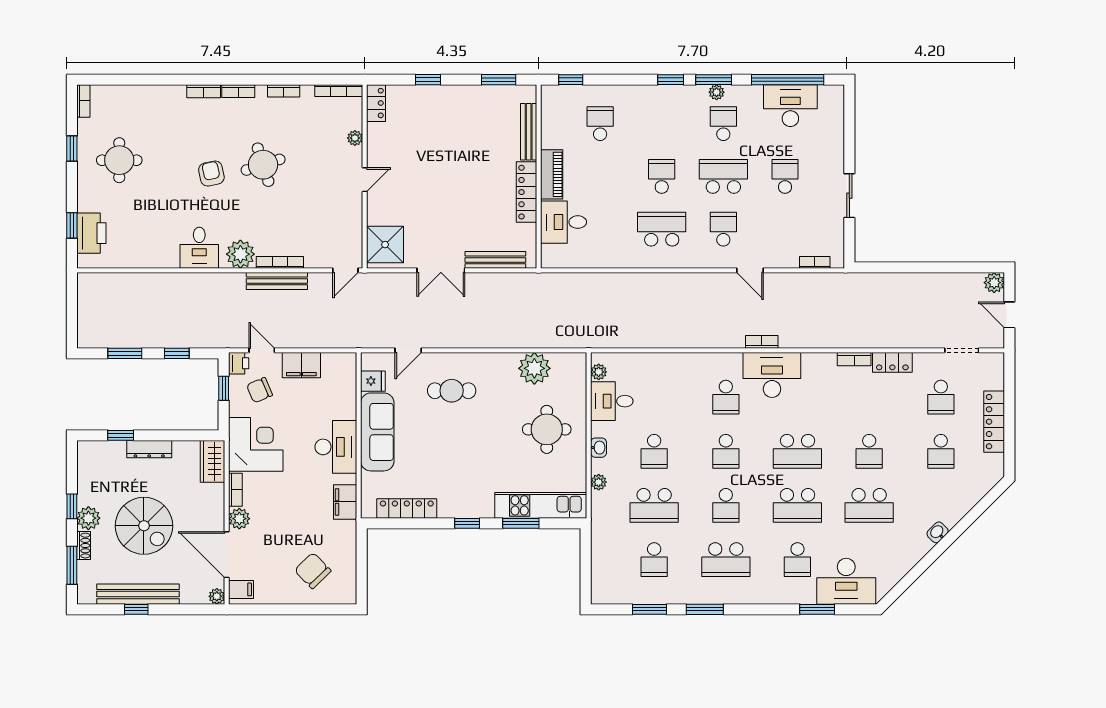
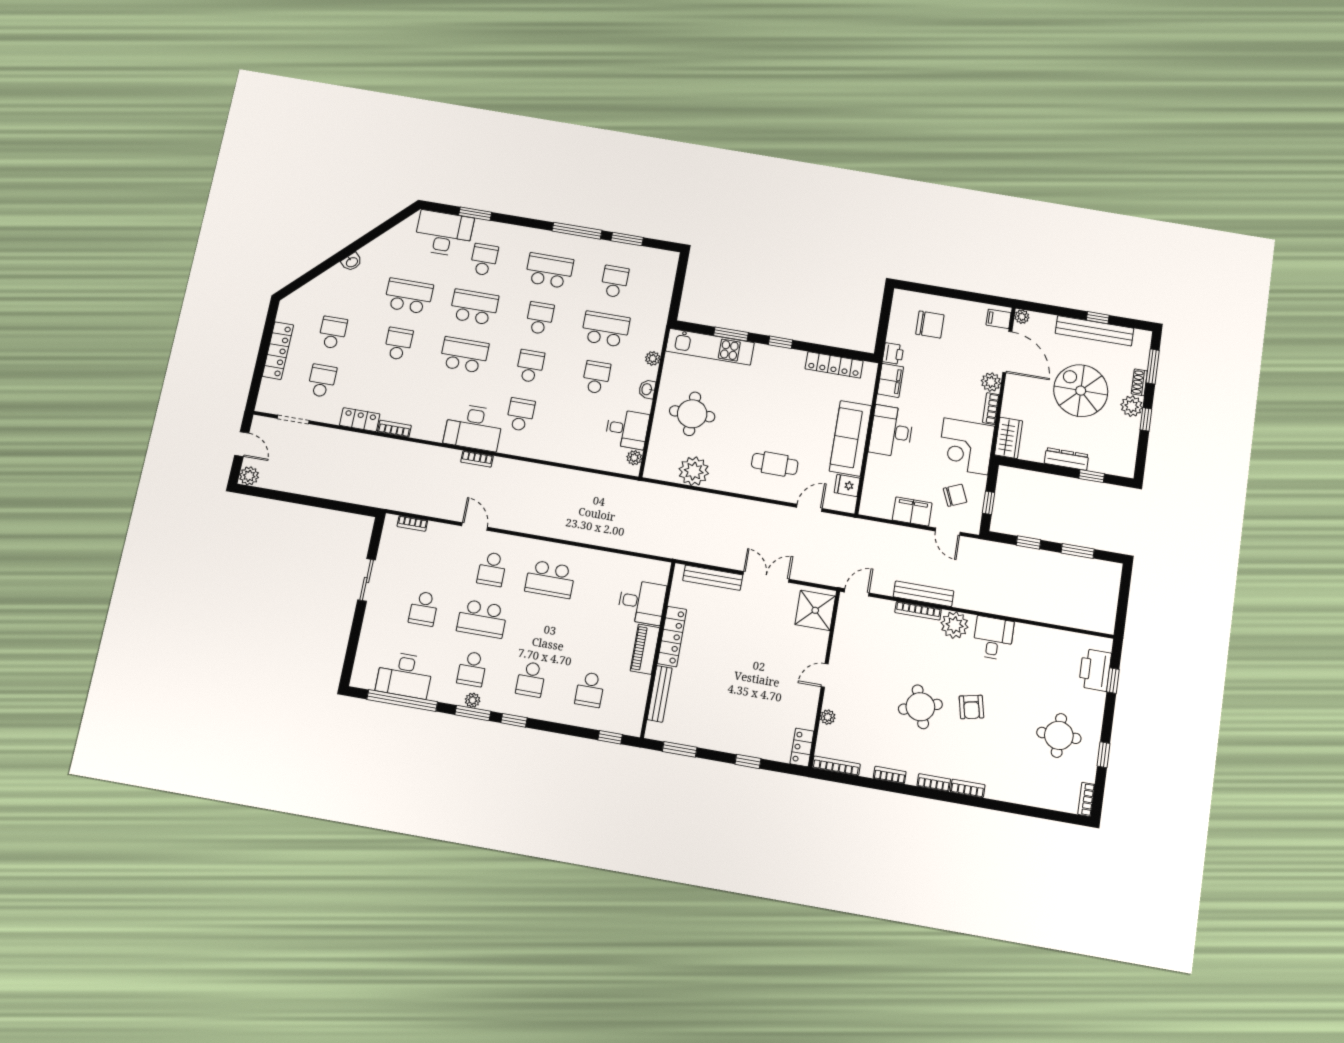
school desk: (662, 176) -> (531, 679), moved
printer: (239, 363) -> (893, 354), moved, turned 180
chair: (313, 571) -> (930, 325), turned -46
window: (705, 609) -> (577, 231), width x1.44

